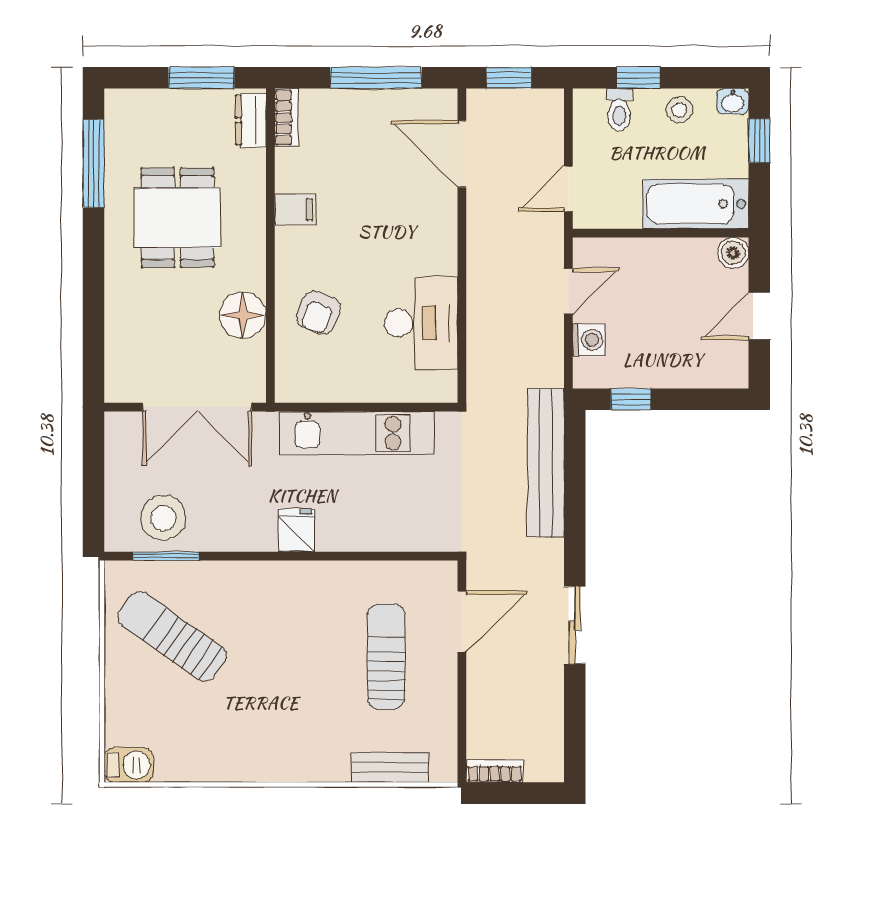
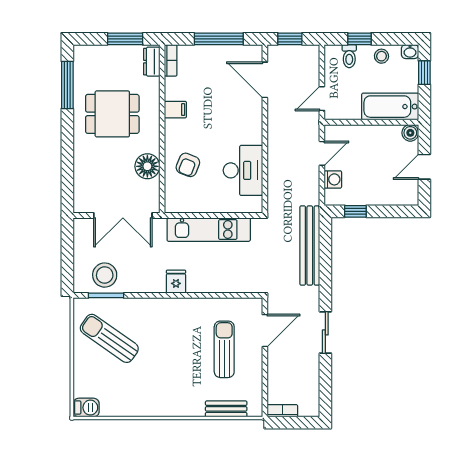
dining table: (178, 218) -> (112, 114), turned 90

